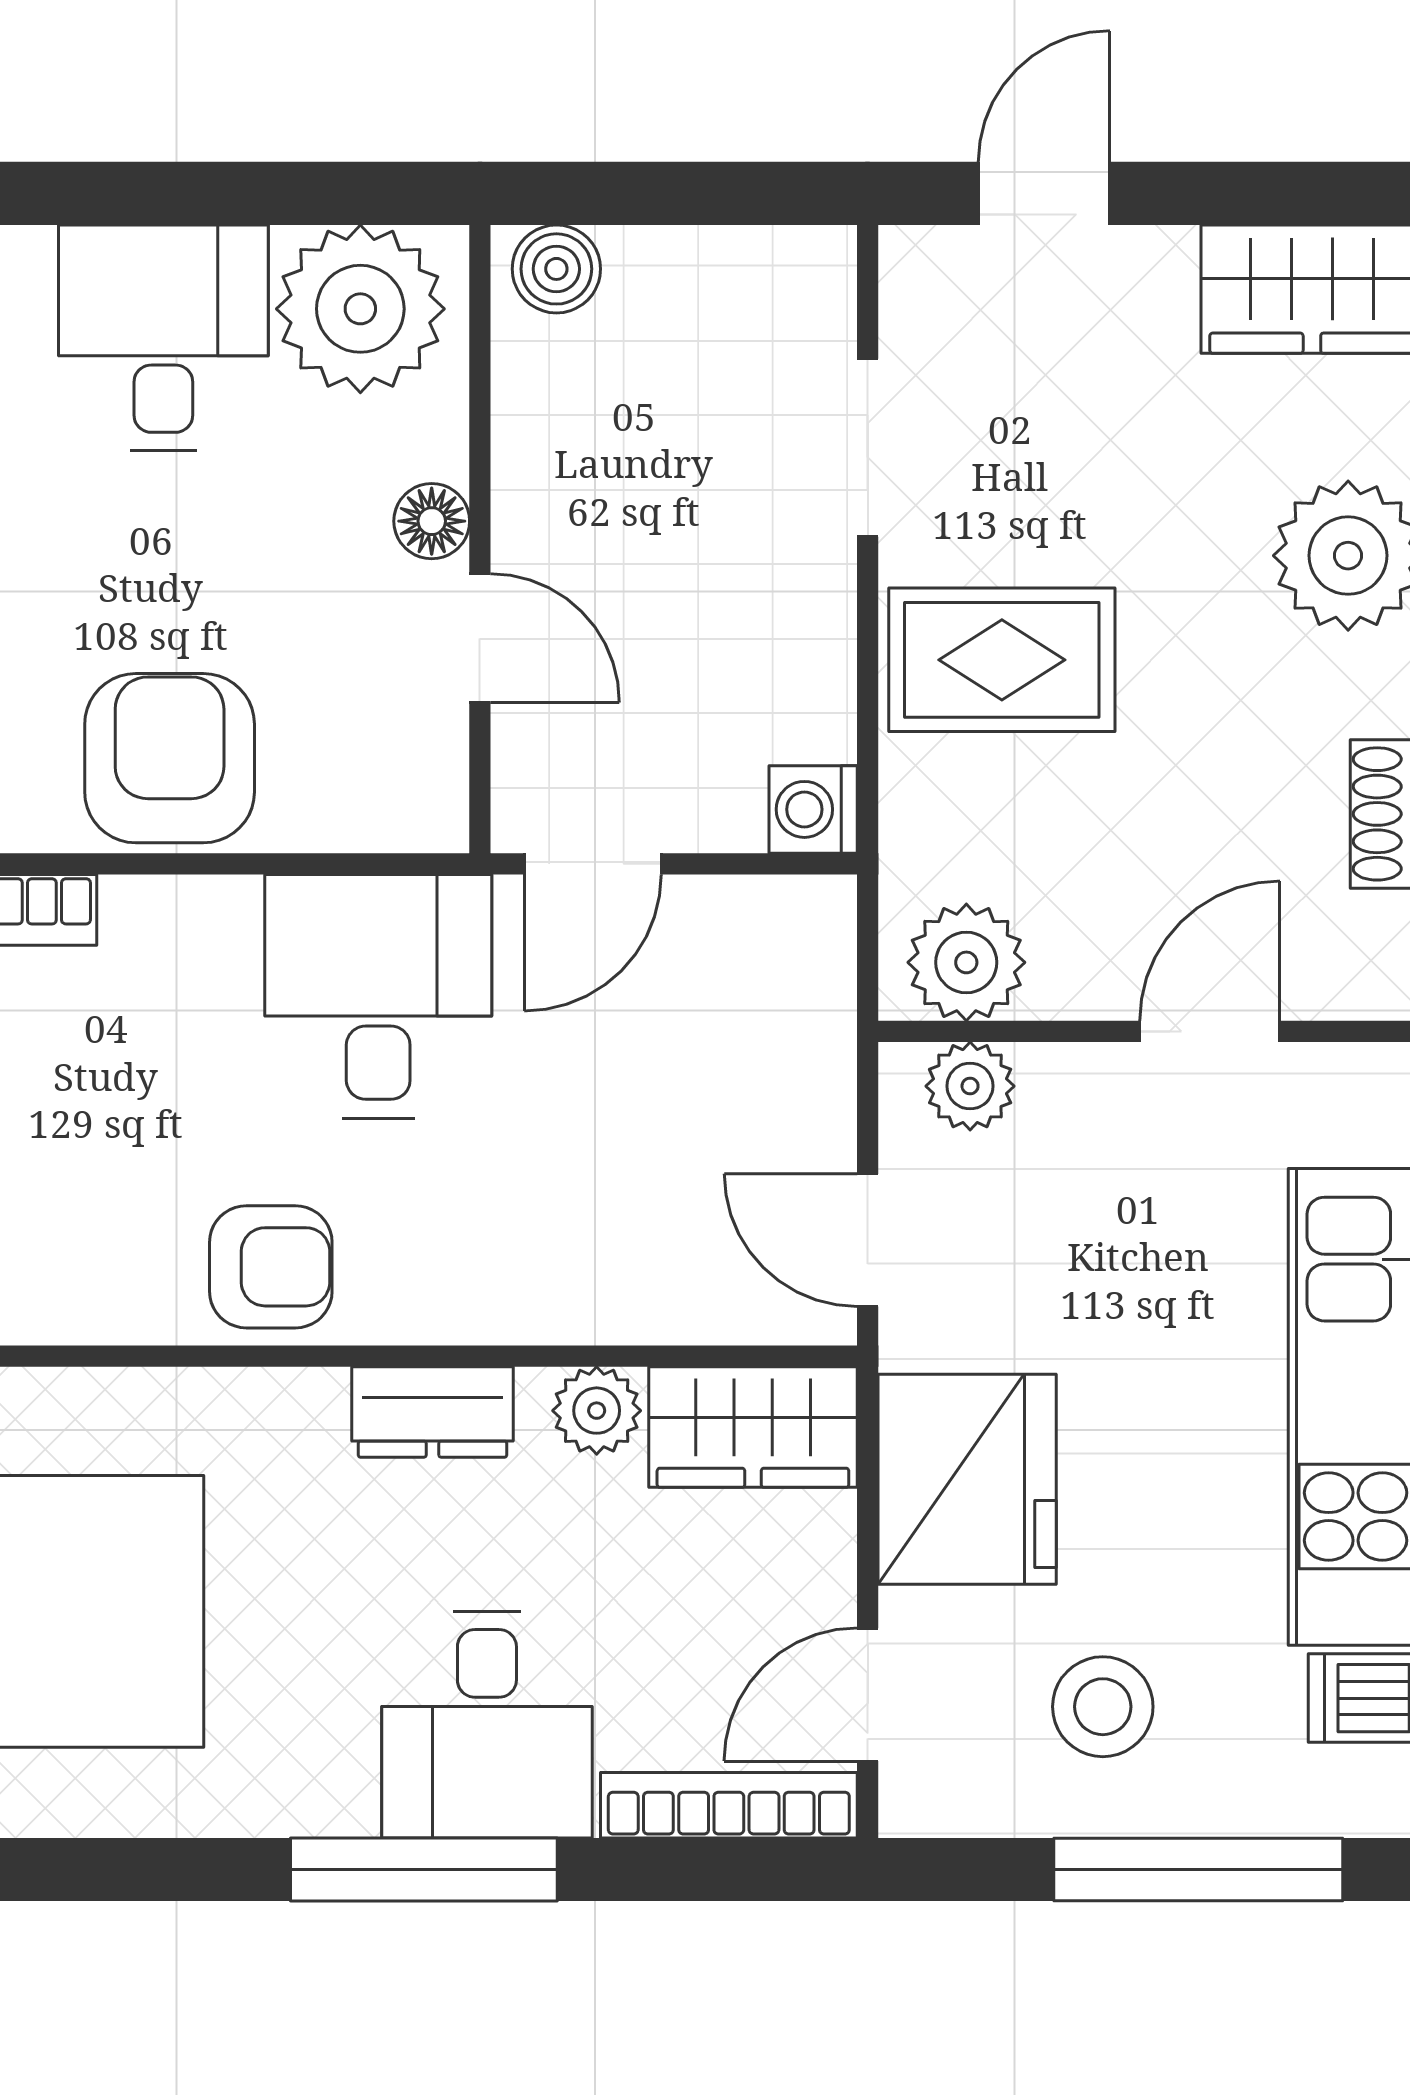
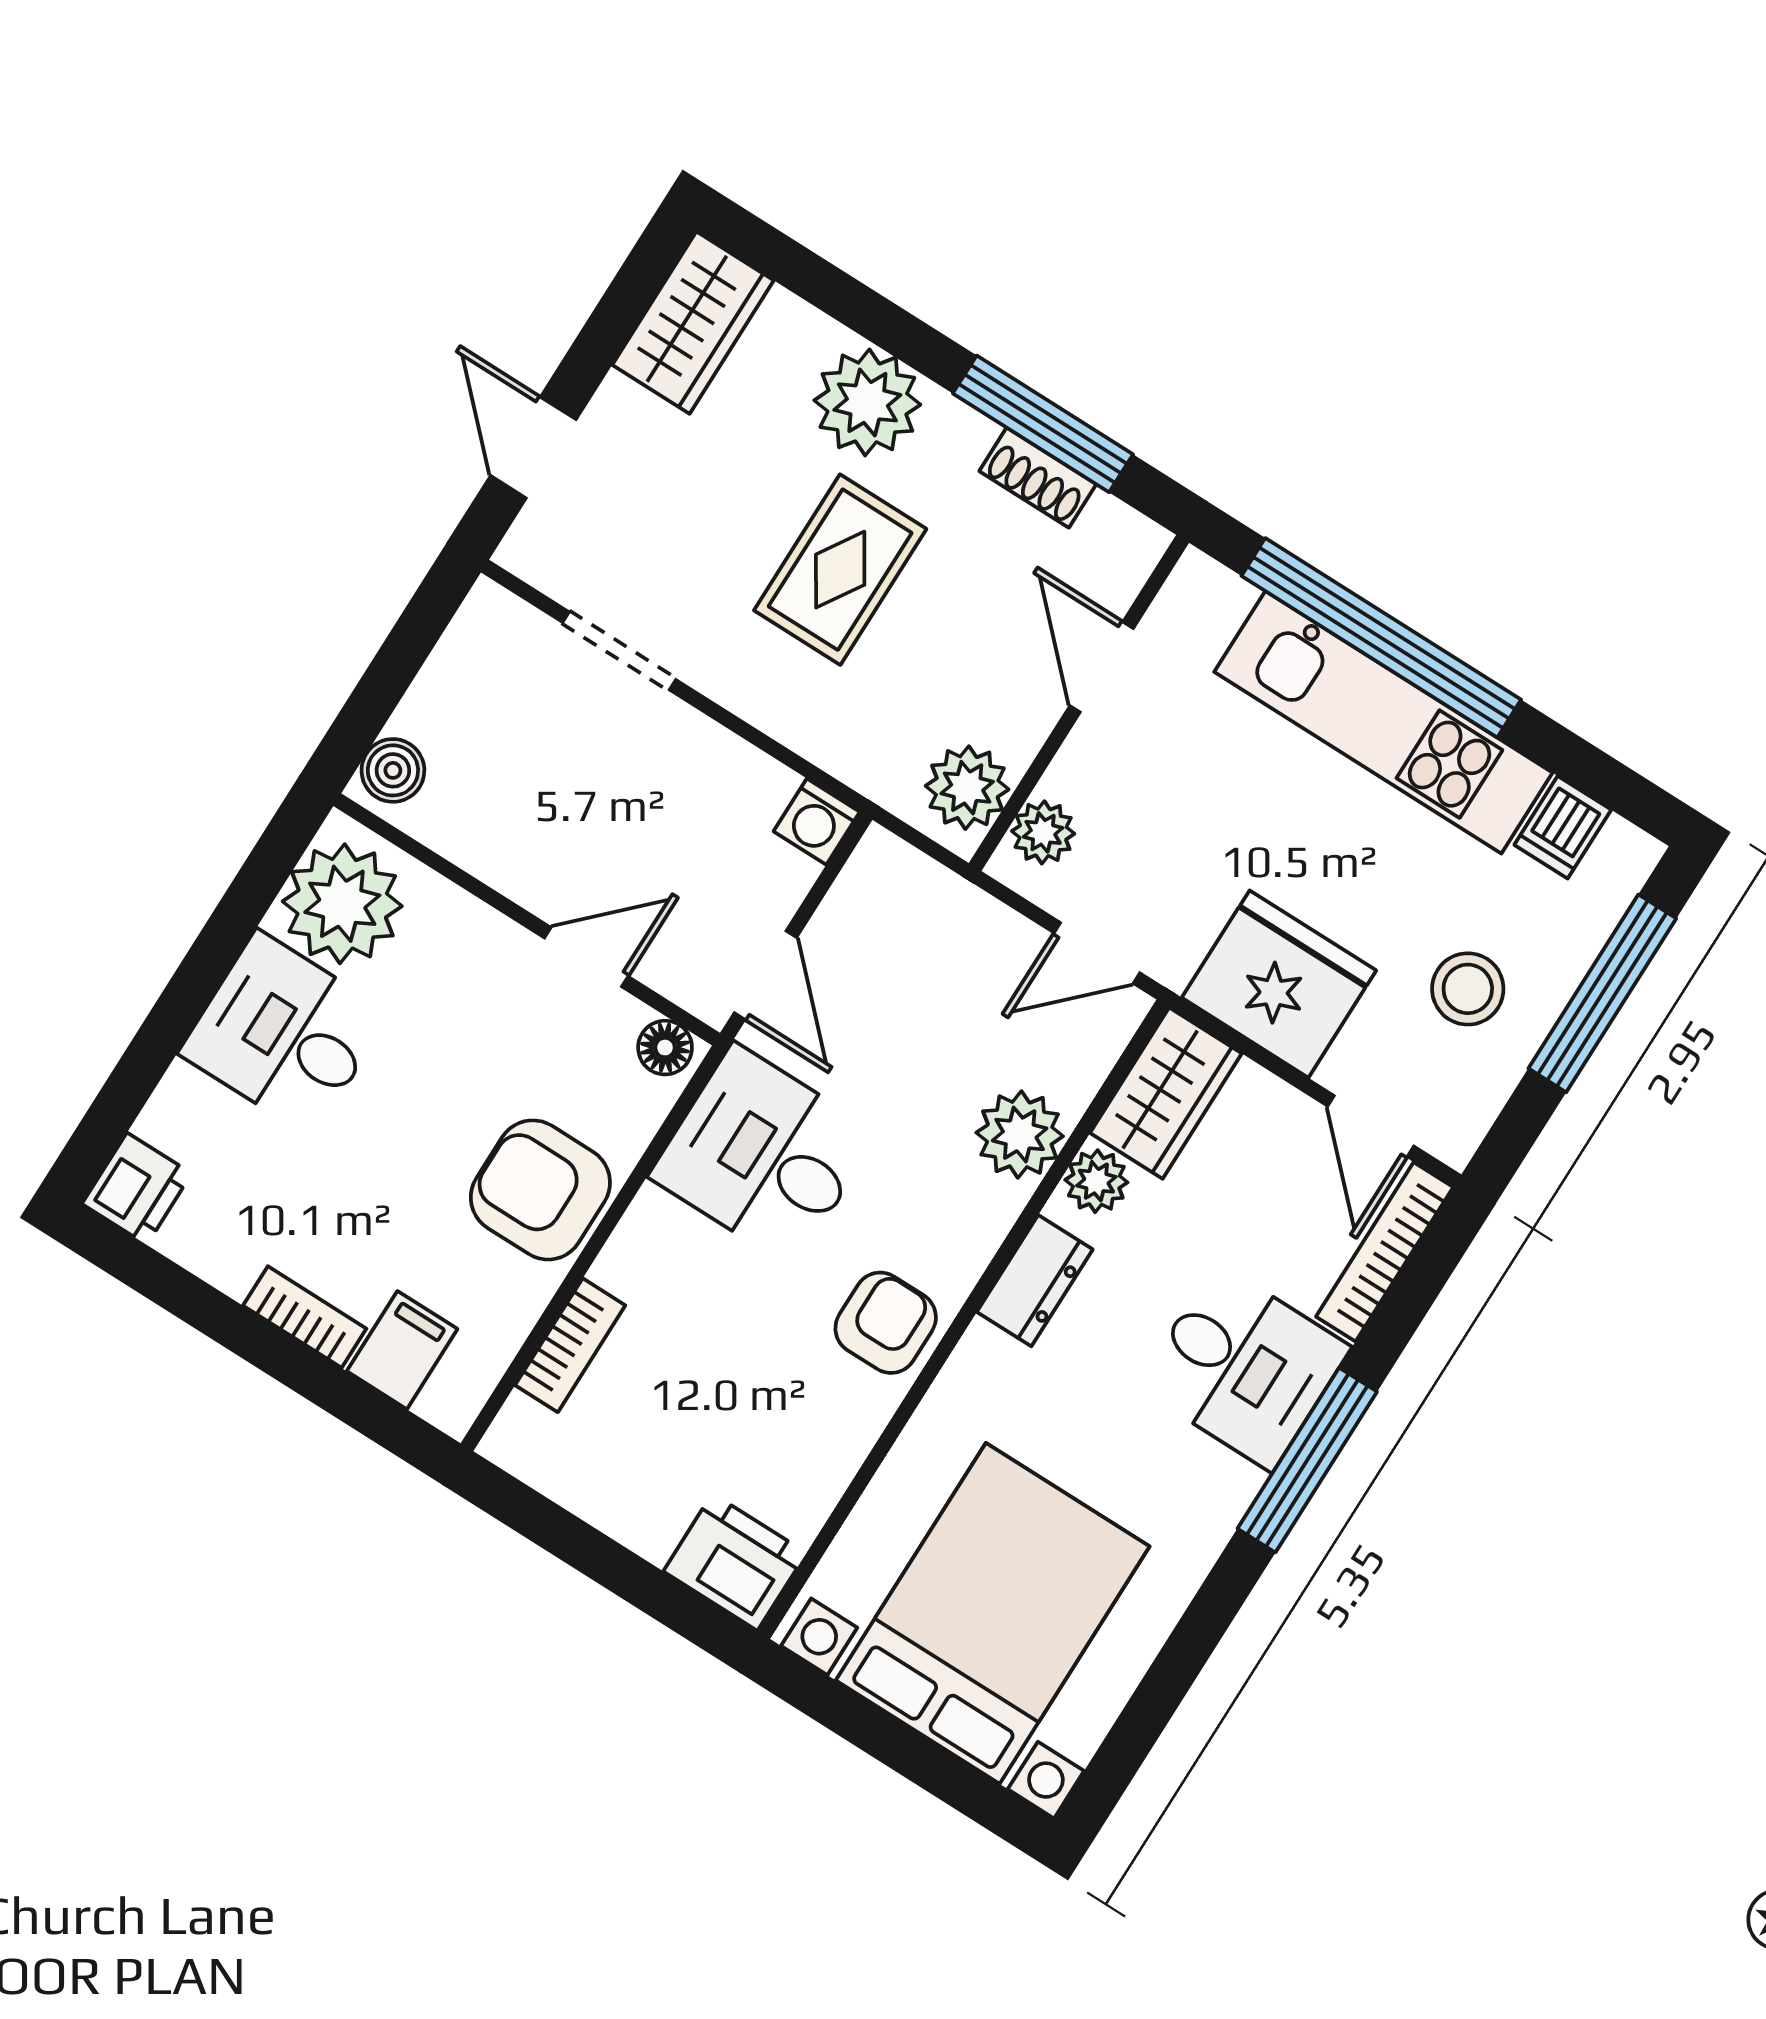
floor lamp: (432, 521) -> (665, 1048), moved
rug: (1002, 660) -> (840, 570), moved
plant: (594, 1285) -> (1020, 1134), added

